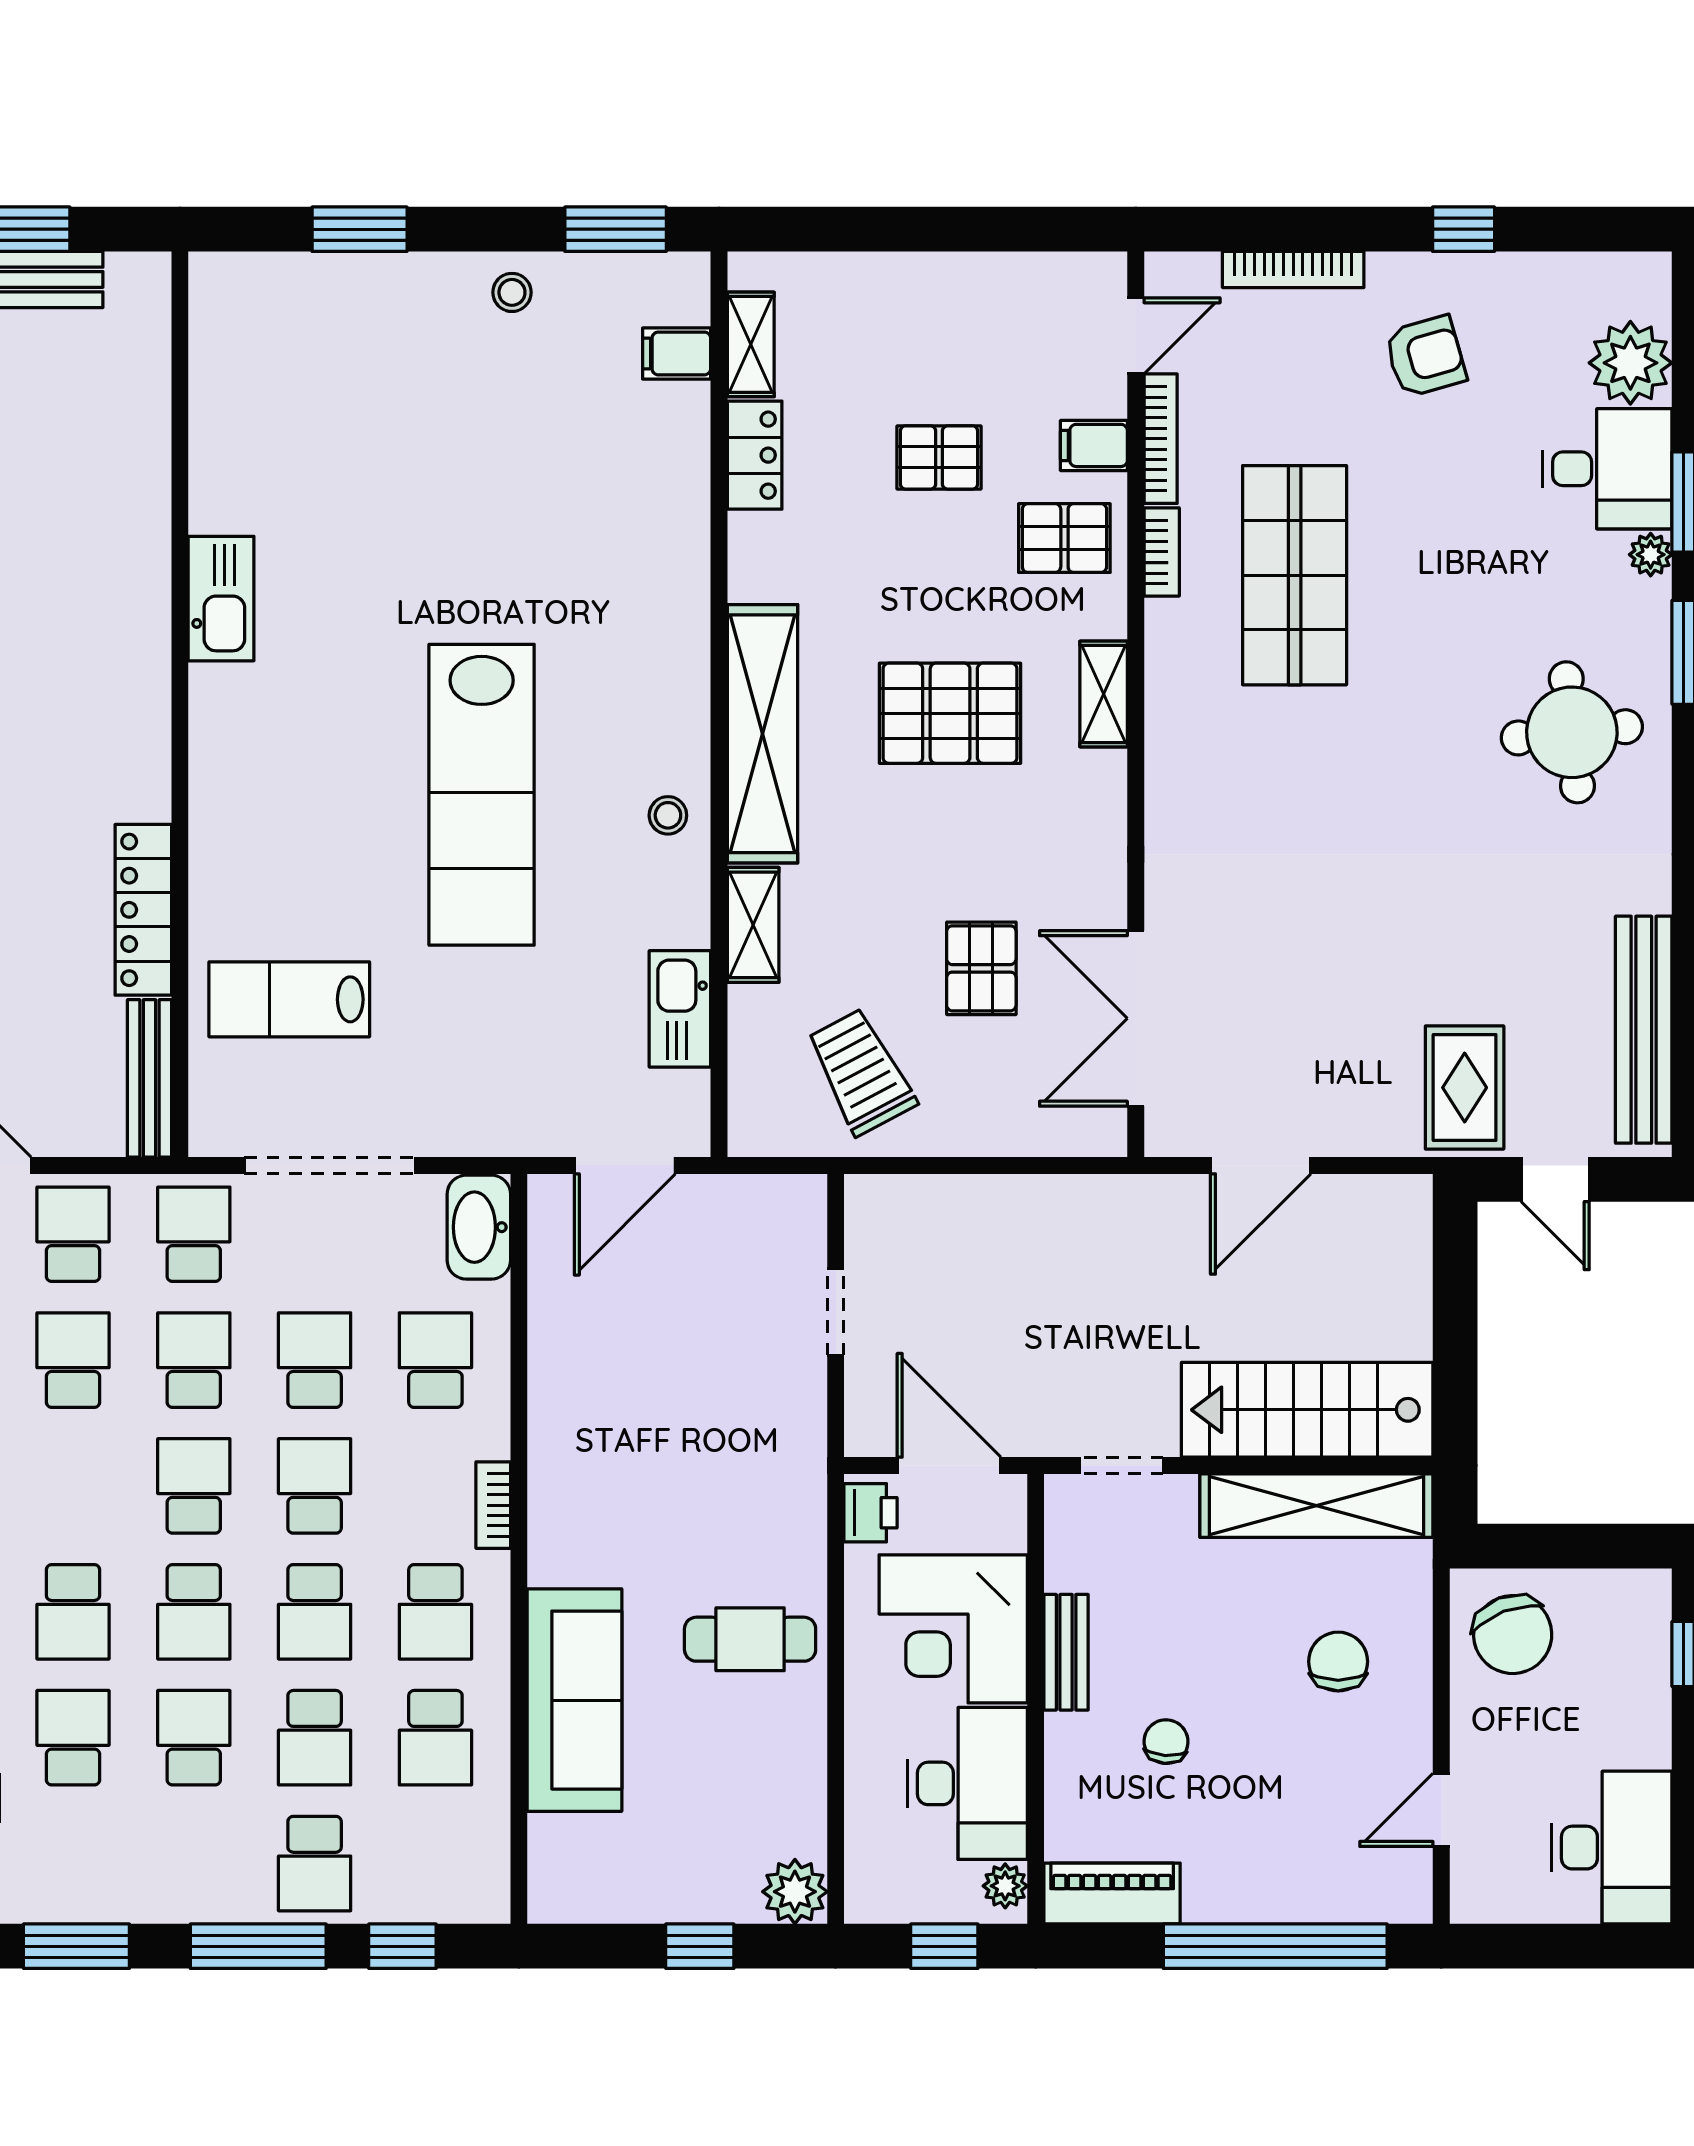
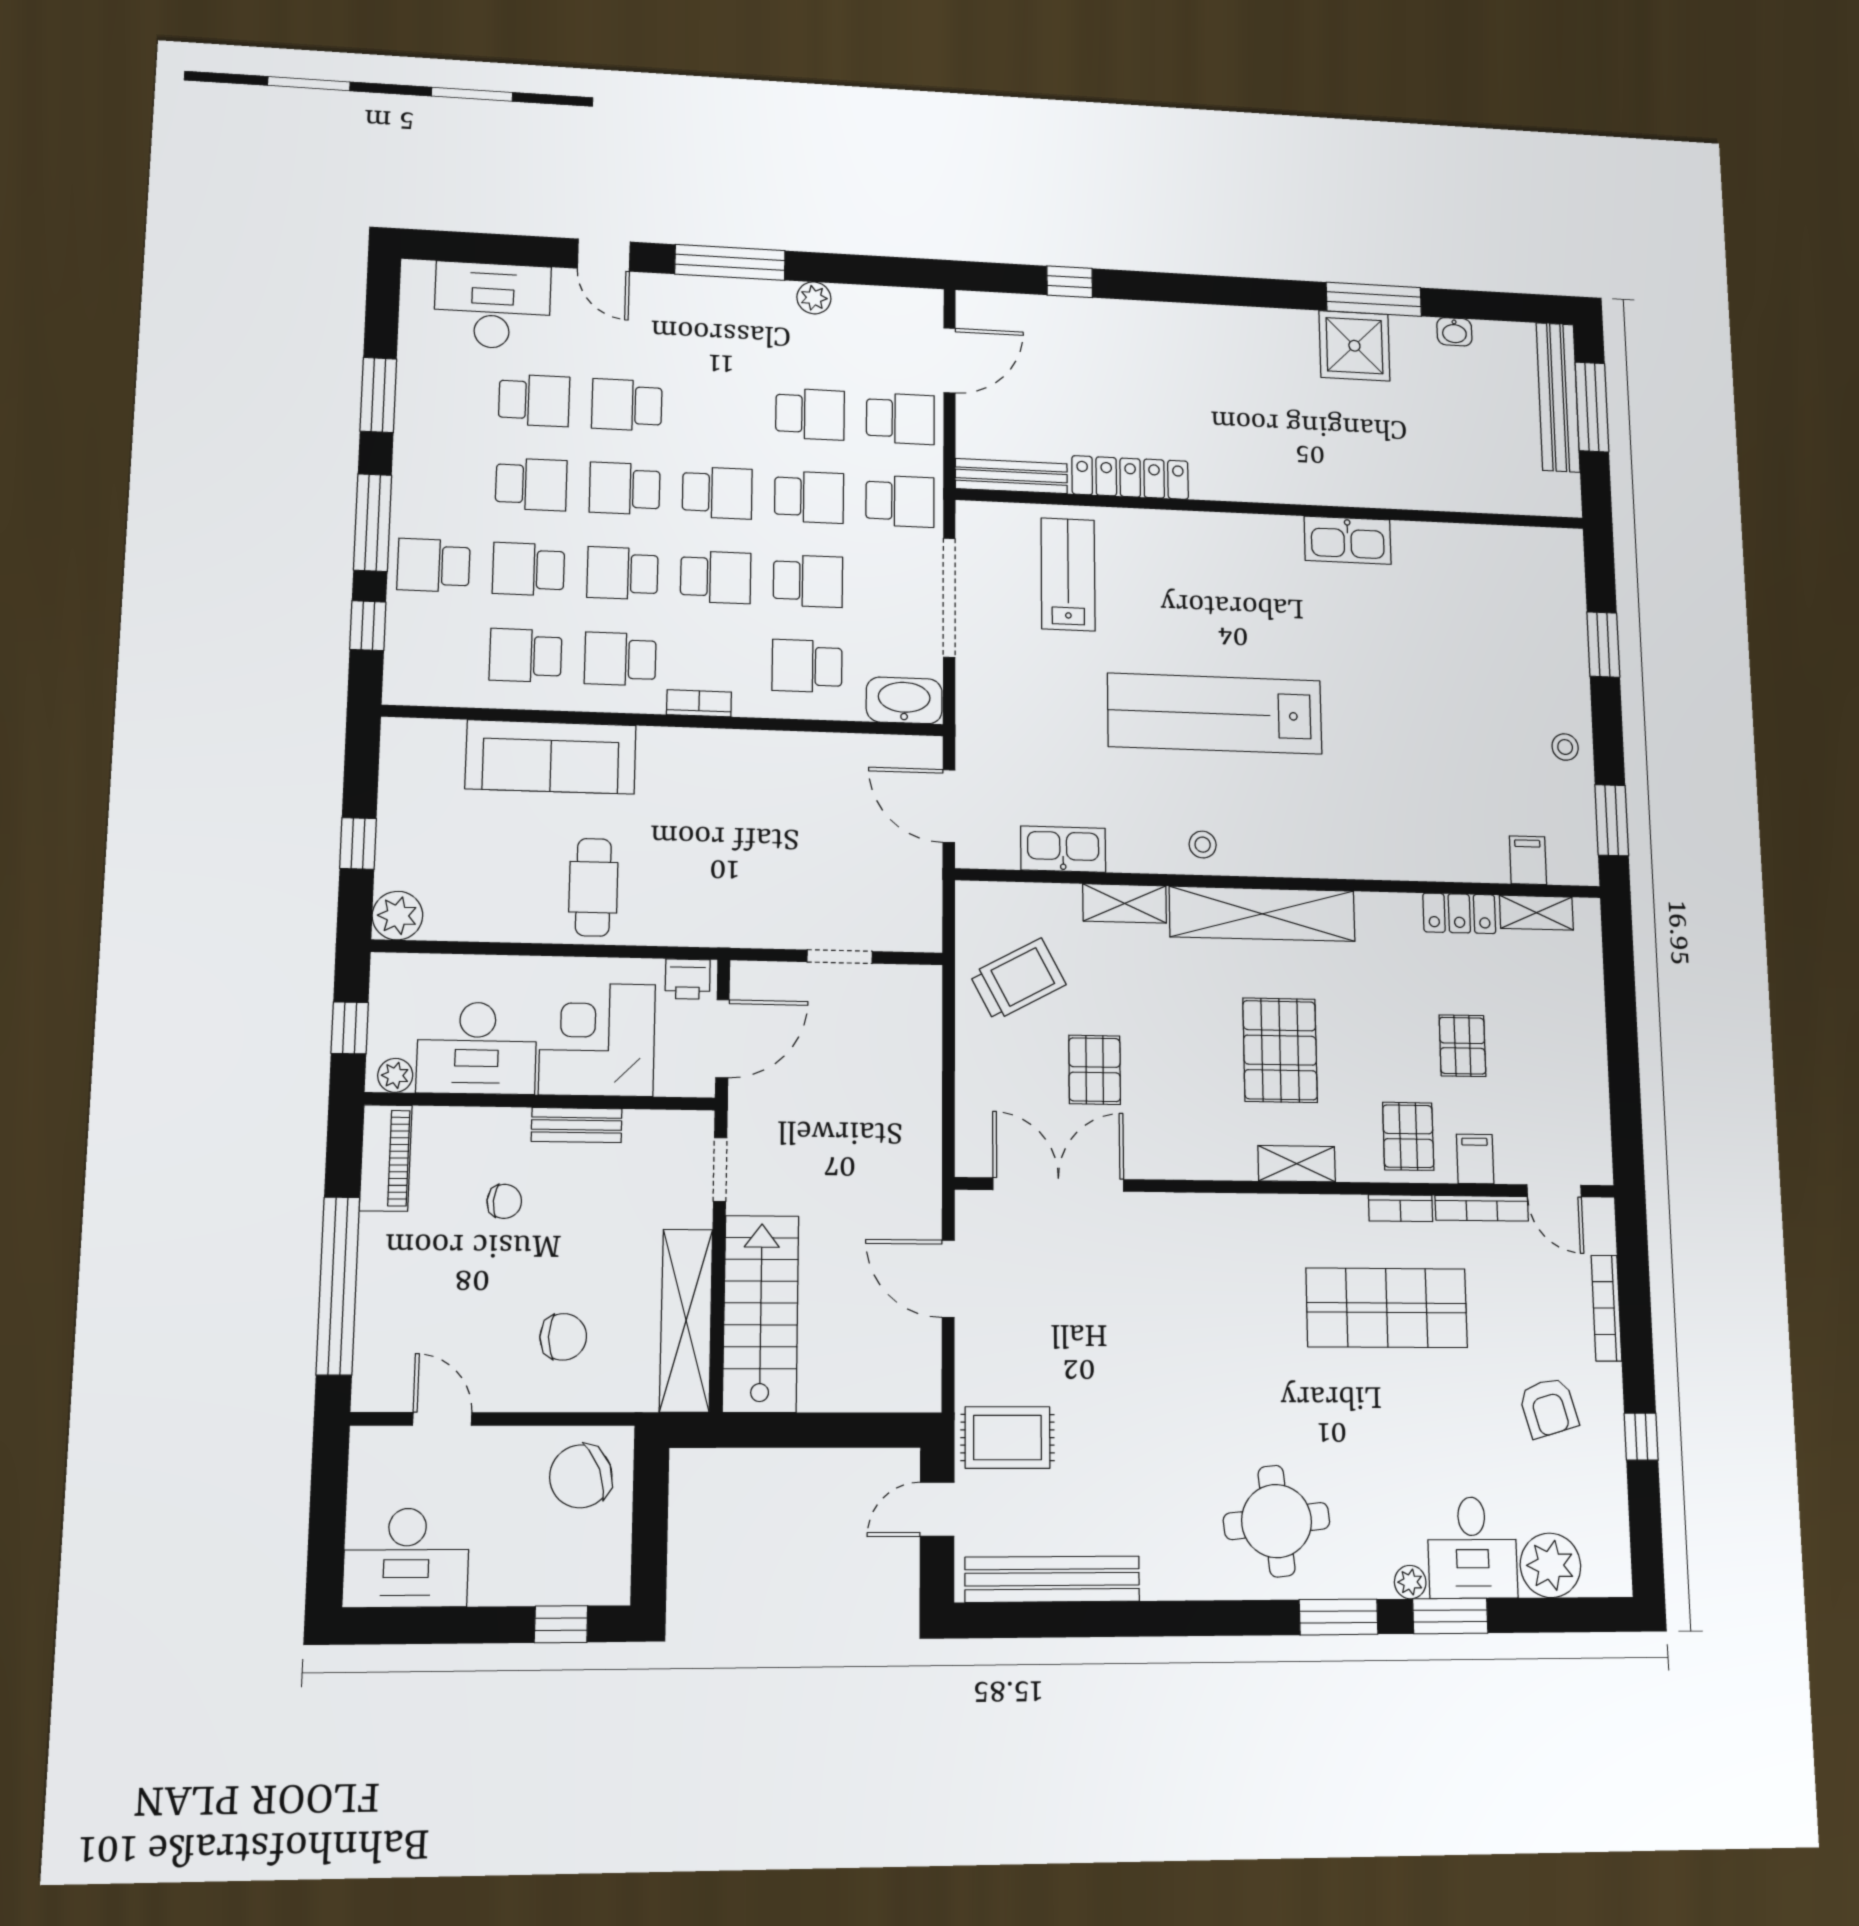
pallet: (981, 968) -> (1095, 1070), turned 90
school desk: (435, 1360) -> (807, 666), turned 180

